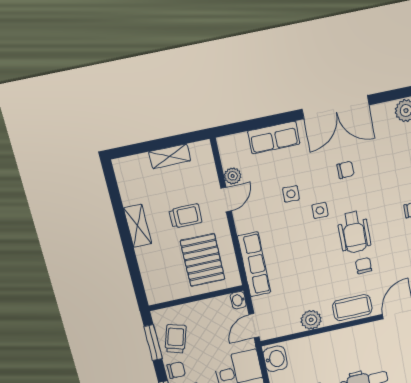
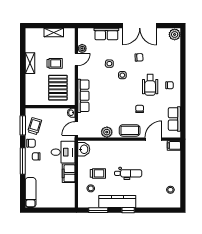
wheelchair: (354, 232) -> (150, 85), moved

